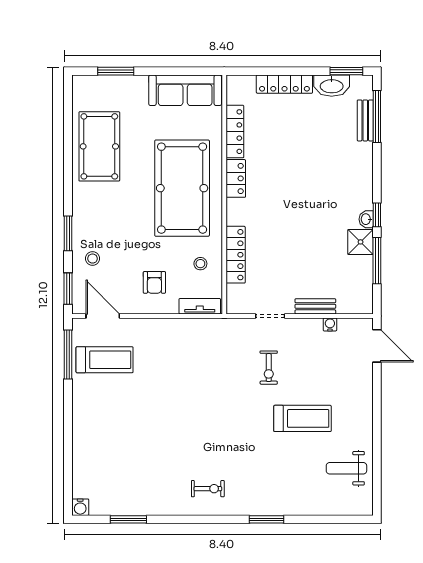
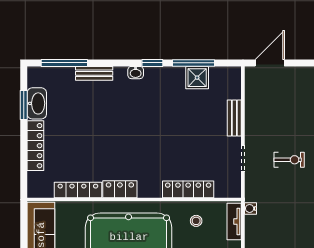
window: (346, 71) -> (24, 105), moved
bench: (365, 120) -> (94, 73), moved
washbasin: (366, 219) -> (136, 73), moved
shower: (361, 242) -> (197, 78), moved
water cooler: (330, 324) -> (251, 208), moved

